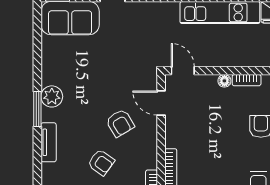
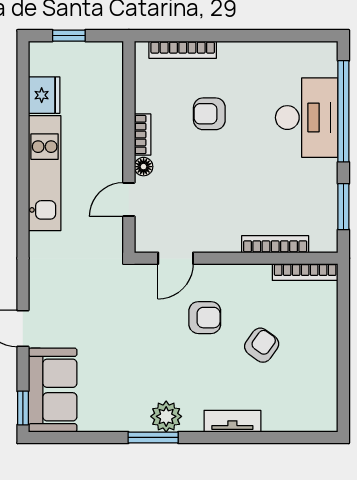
door: (183, 71) -> (129, 200), moved
window: (37, 109) -> (153, 437), moved
armchair: (120, 123) -> (205, 318), turned 31

